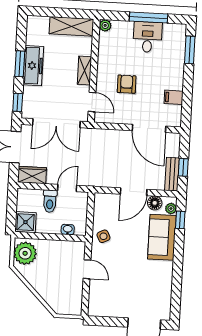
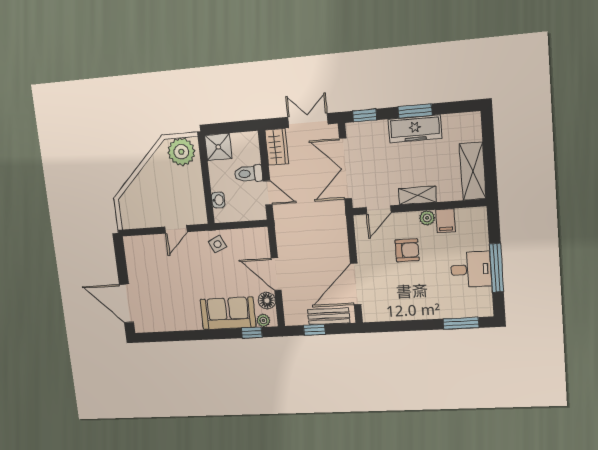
plant: (105, 25) -> (427, 218), moved
filing cabinet: (174, 97) -> (446, 221), moved, turned 180
bench: (172, 174) -> (329, 316), moved

